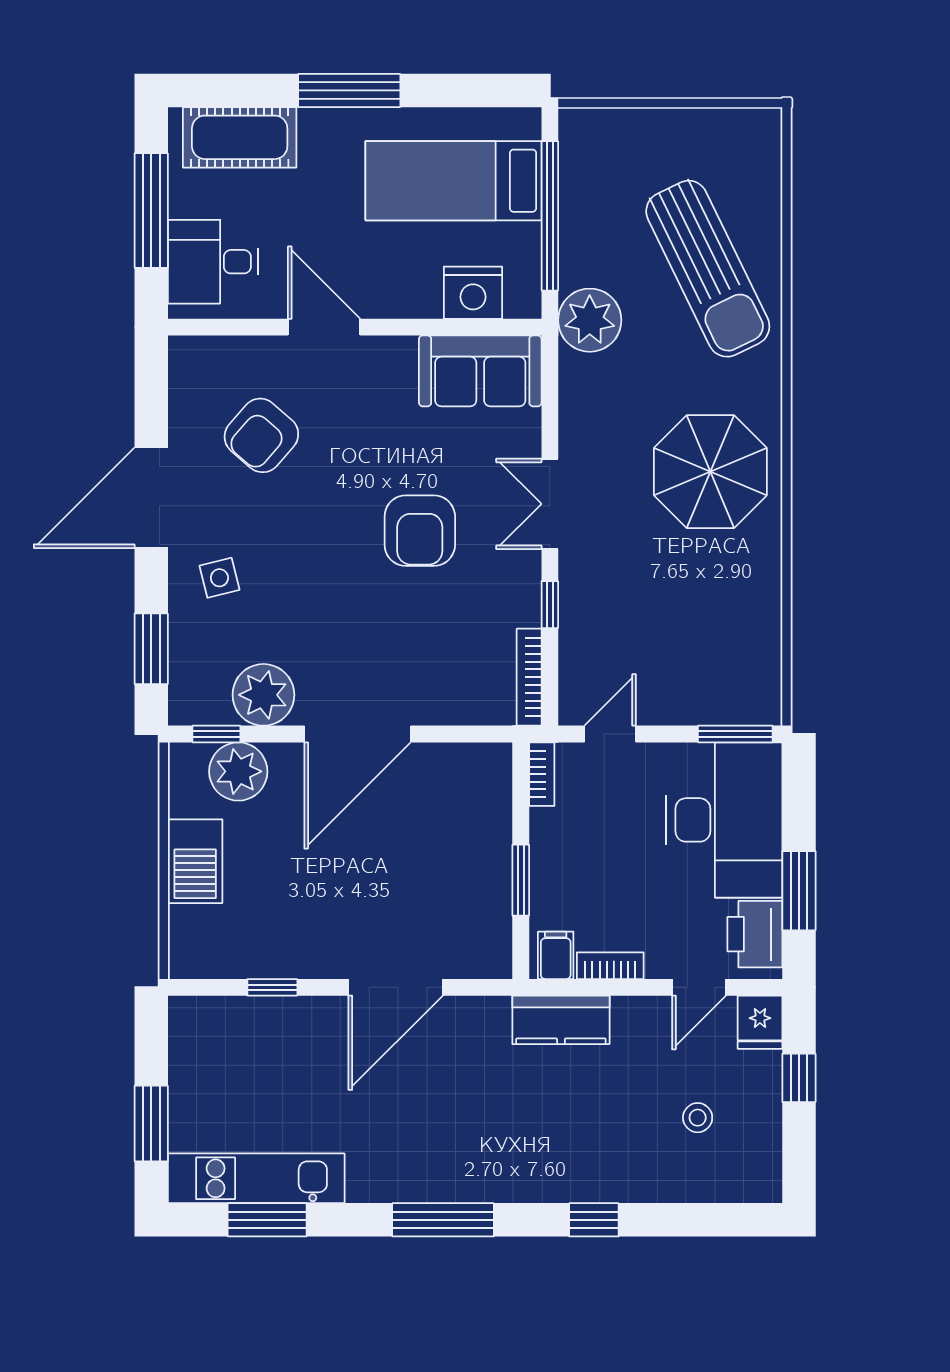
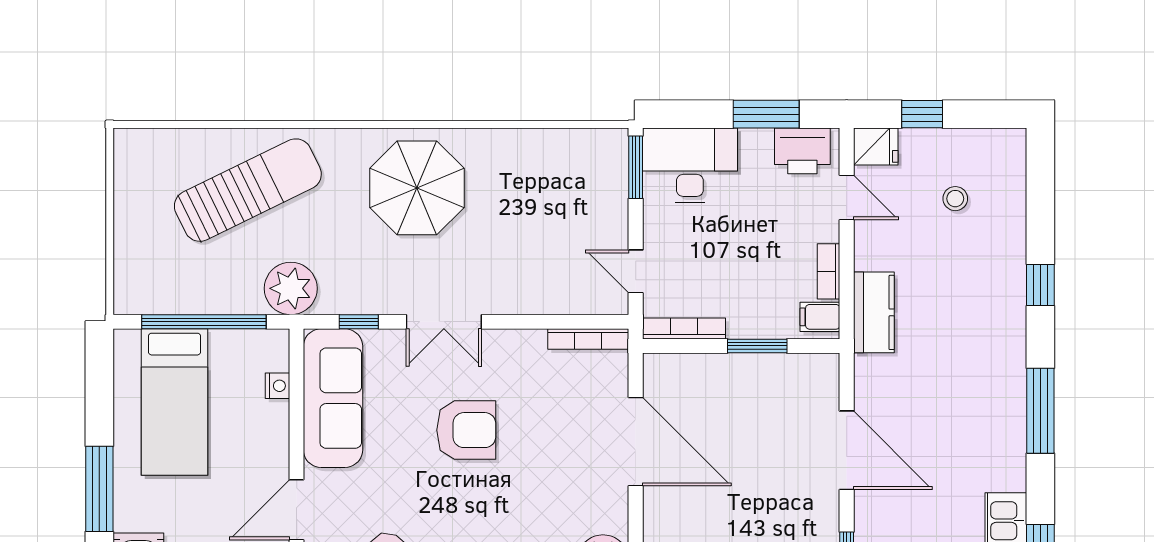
nightstand: (473, 293) -> (277, 386), width x0.53, depth x0.56
sofa: (480, 371) -> (333, 398), width x1.36
window: (550, 605) -> (359, 322), moved
door: (357, 734) -> (636, 442), moved
bookcase: (542, 774) -> (684, 328), width x1.56
desk: (724, 820) -> (690, 165), width x0.73, depth x0.77

